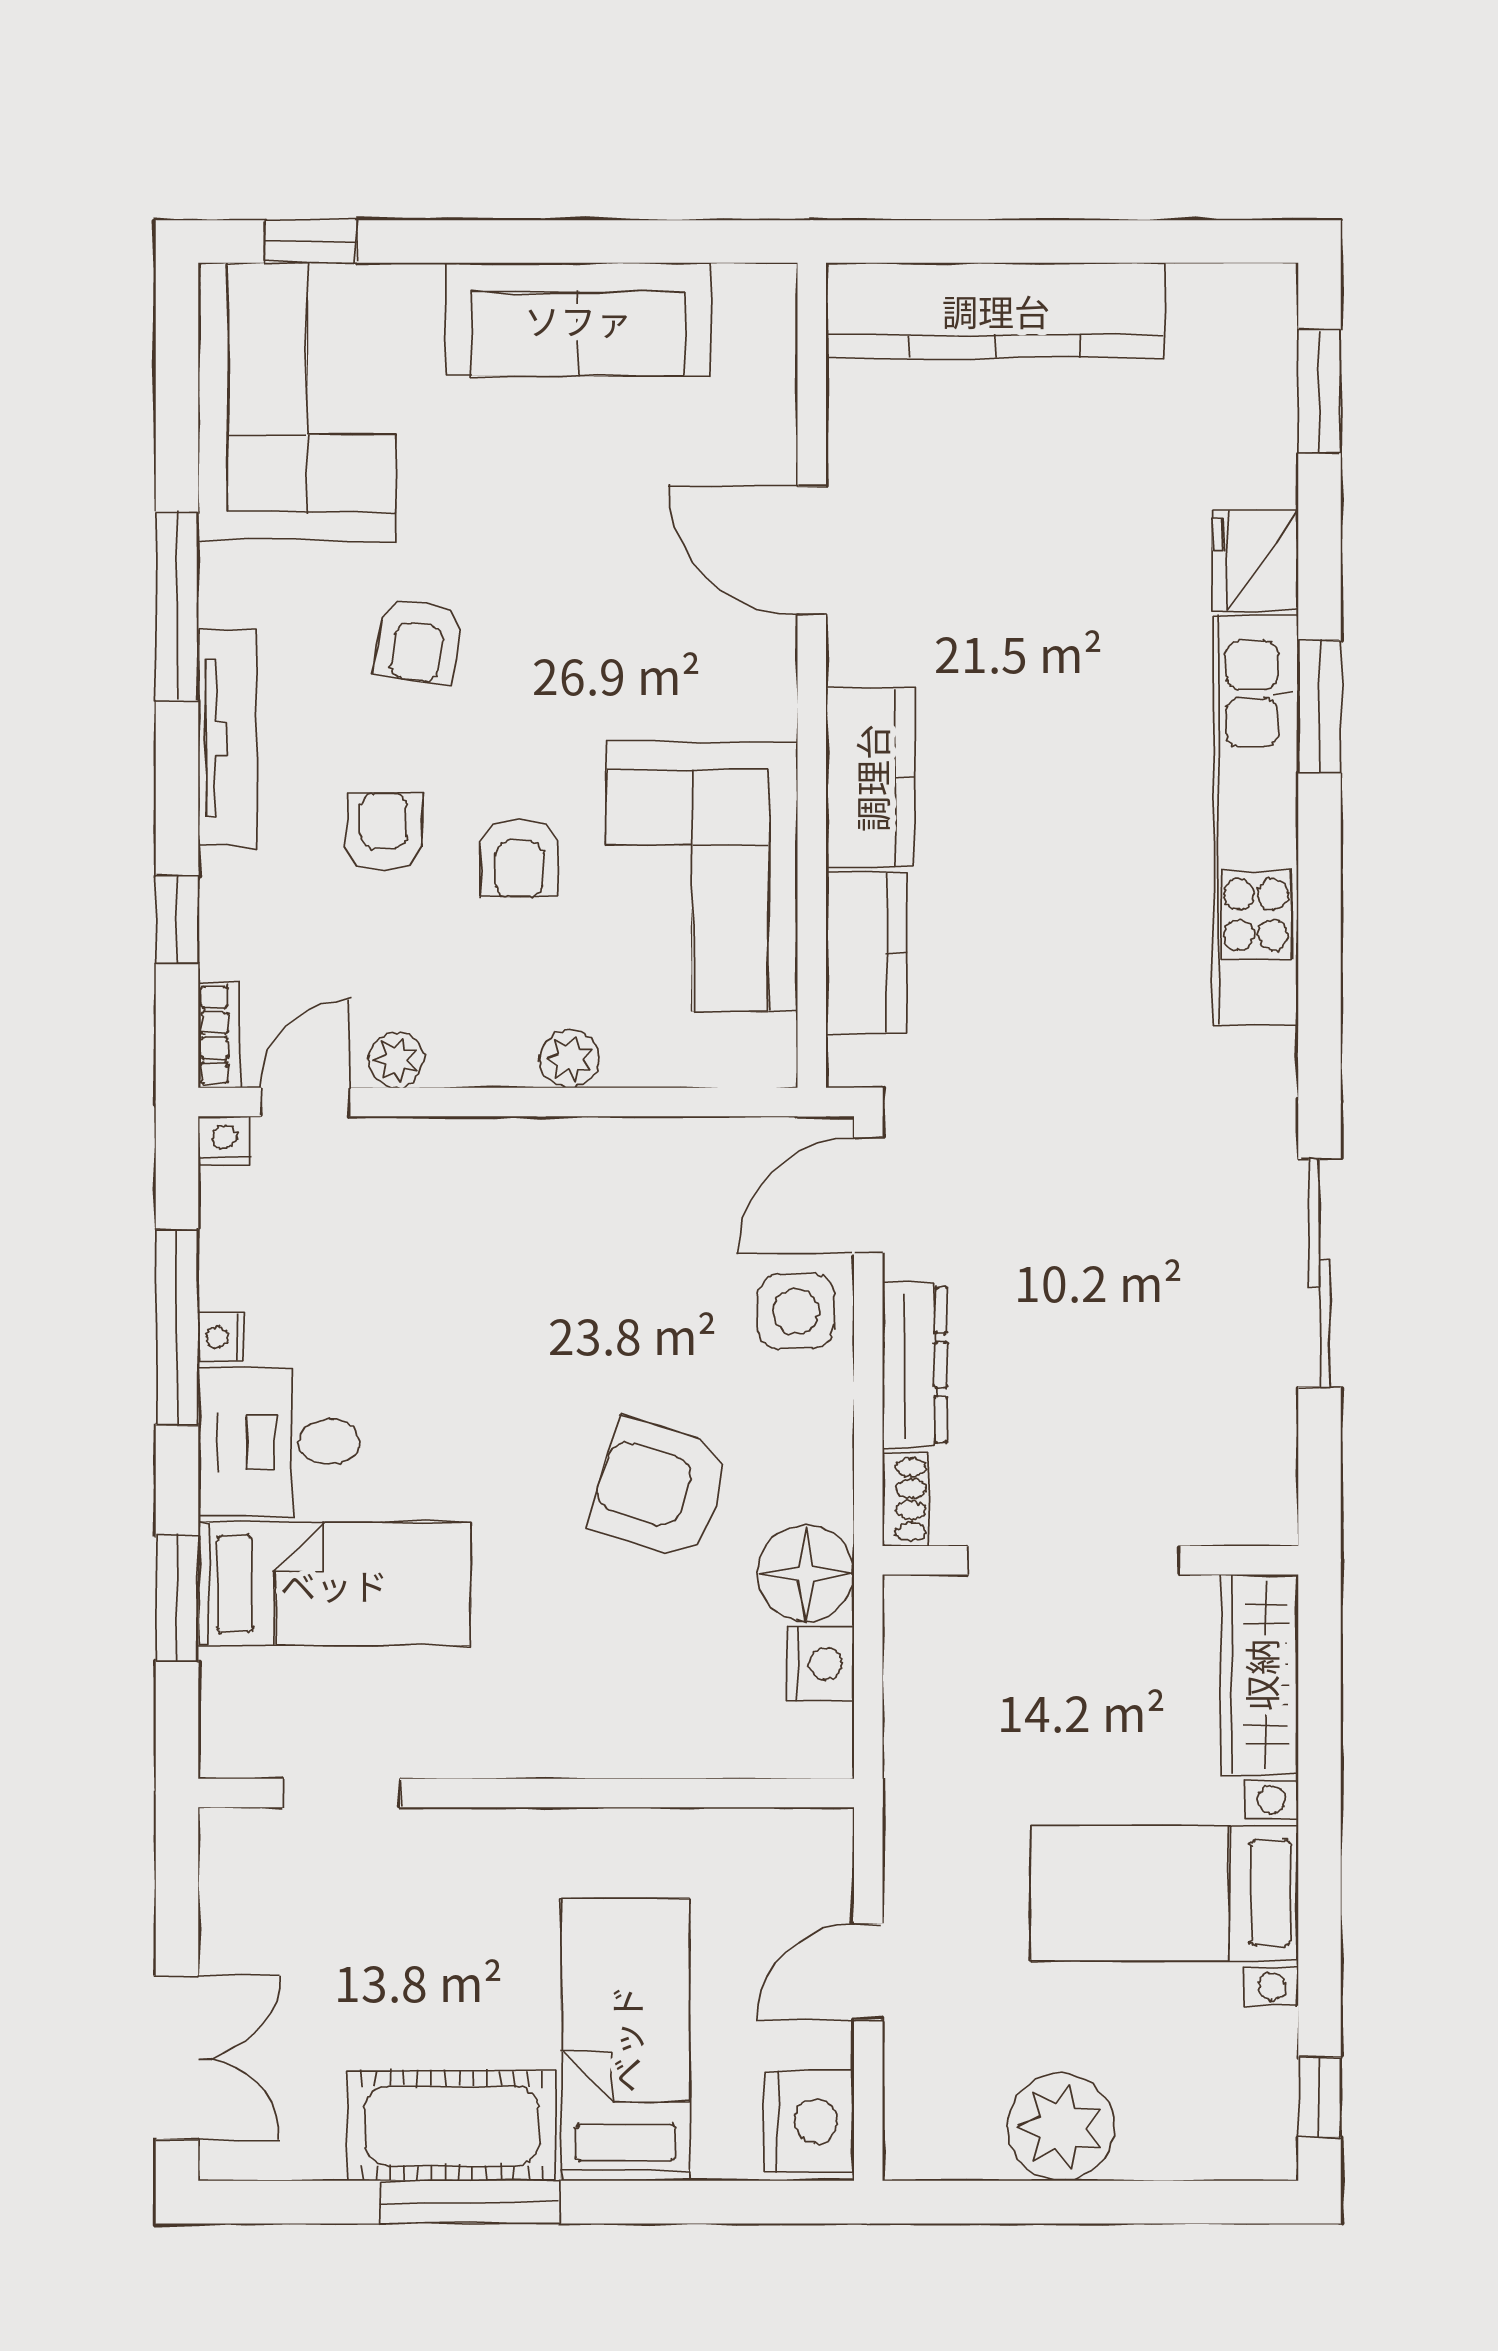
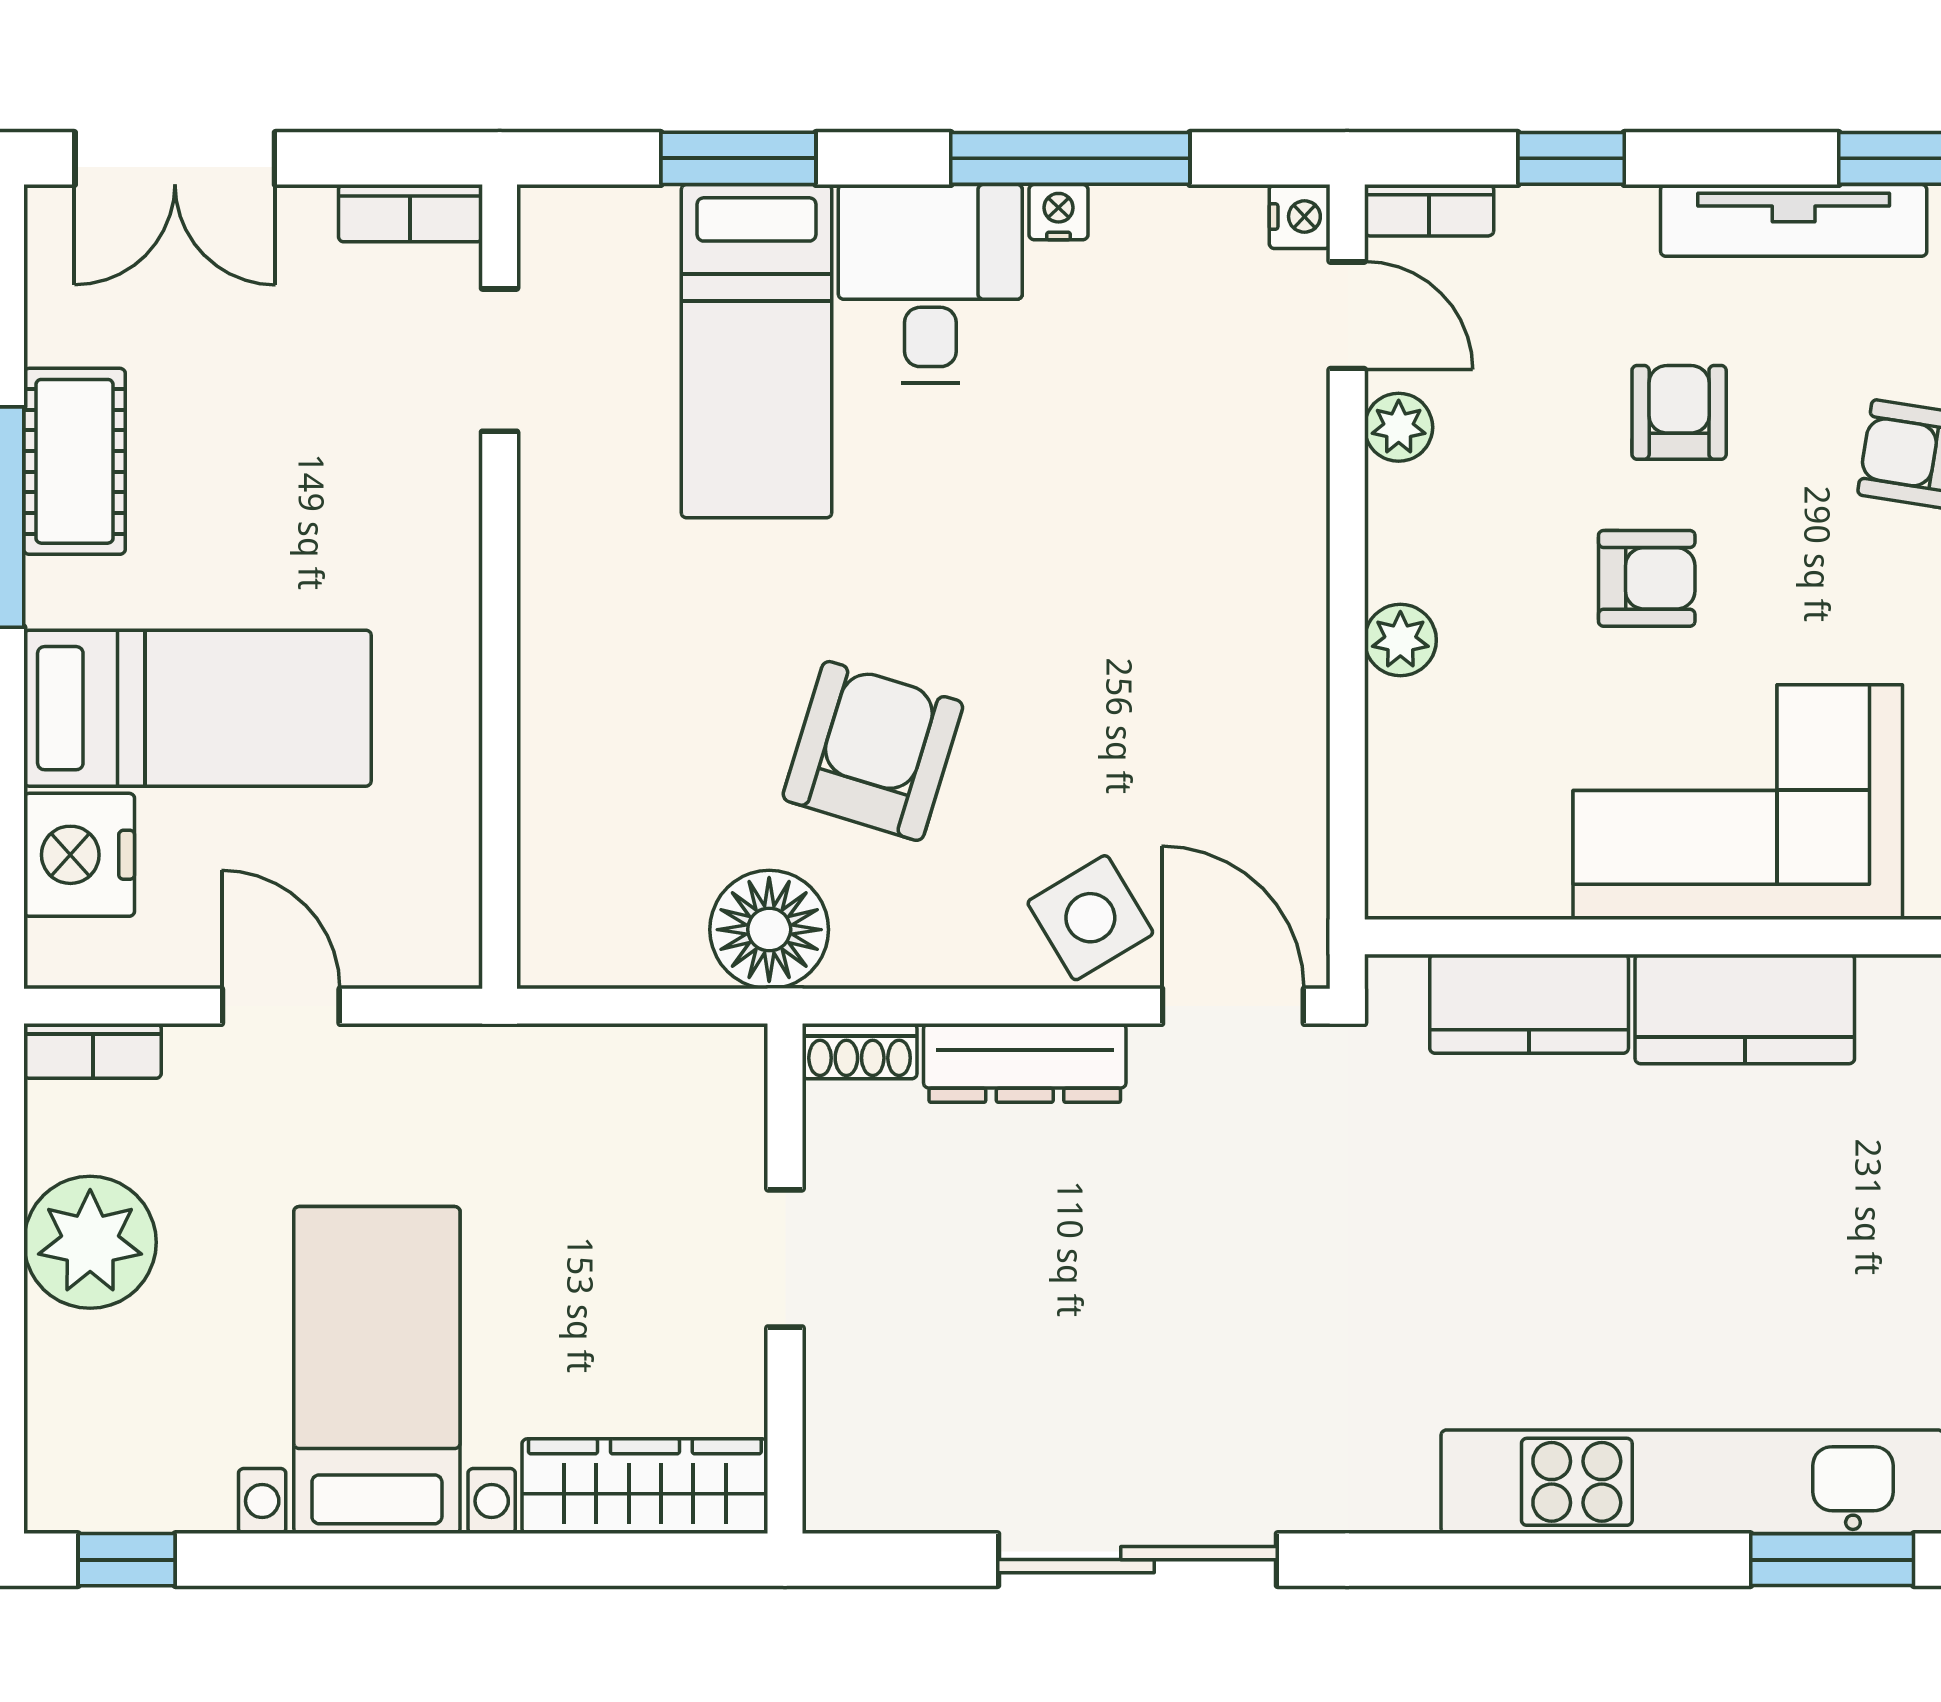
armchair: (384, 831) -> (1679, 412), turned -90
armchair: (519, 858) -> (1647, 578), turned 180
corner sofa: (702, 877) -> (1738, 802), moved
side table: (796, 1311) -> (1090, 918), turned -31
doorway: (1074, 1560) -> (785, 1258), width x0.53
nightstand: (820, 1664) -> (658, 947), removed
bookcase: (222, 1866) -> (410, 213), added
nightstand: (809, 2121) -> (79, 855), moved, turned 90
bookcase: (905, 2125) -> (93, 1051), added
cot: (452, 2126) -> (74, 461), width x0.73, depth x0.75

